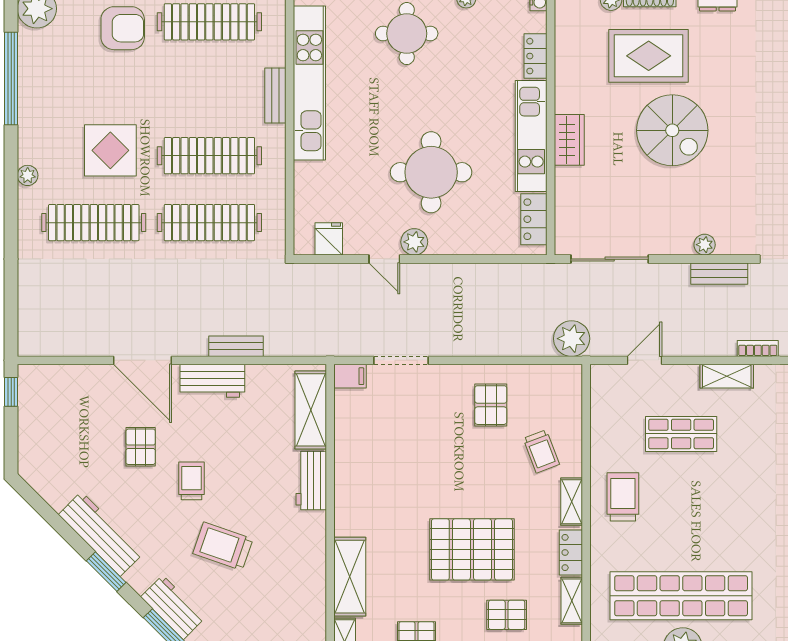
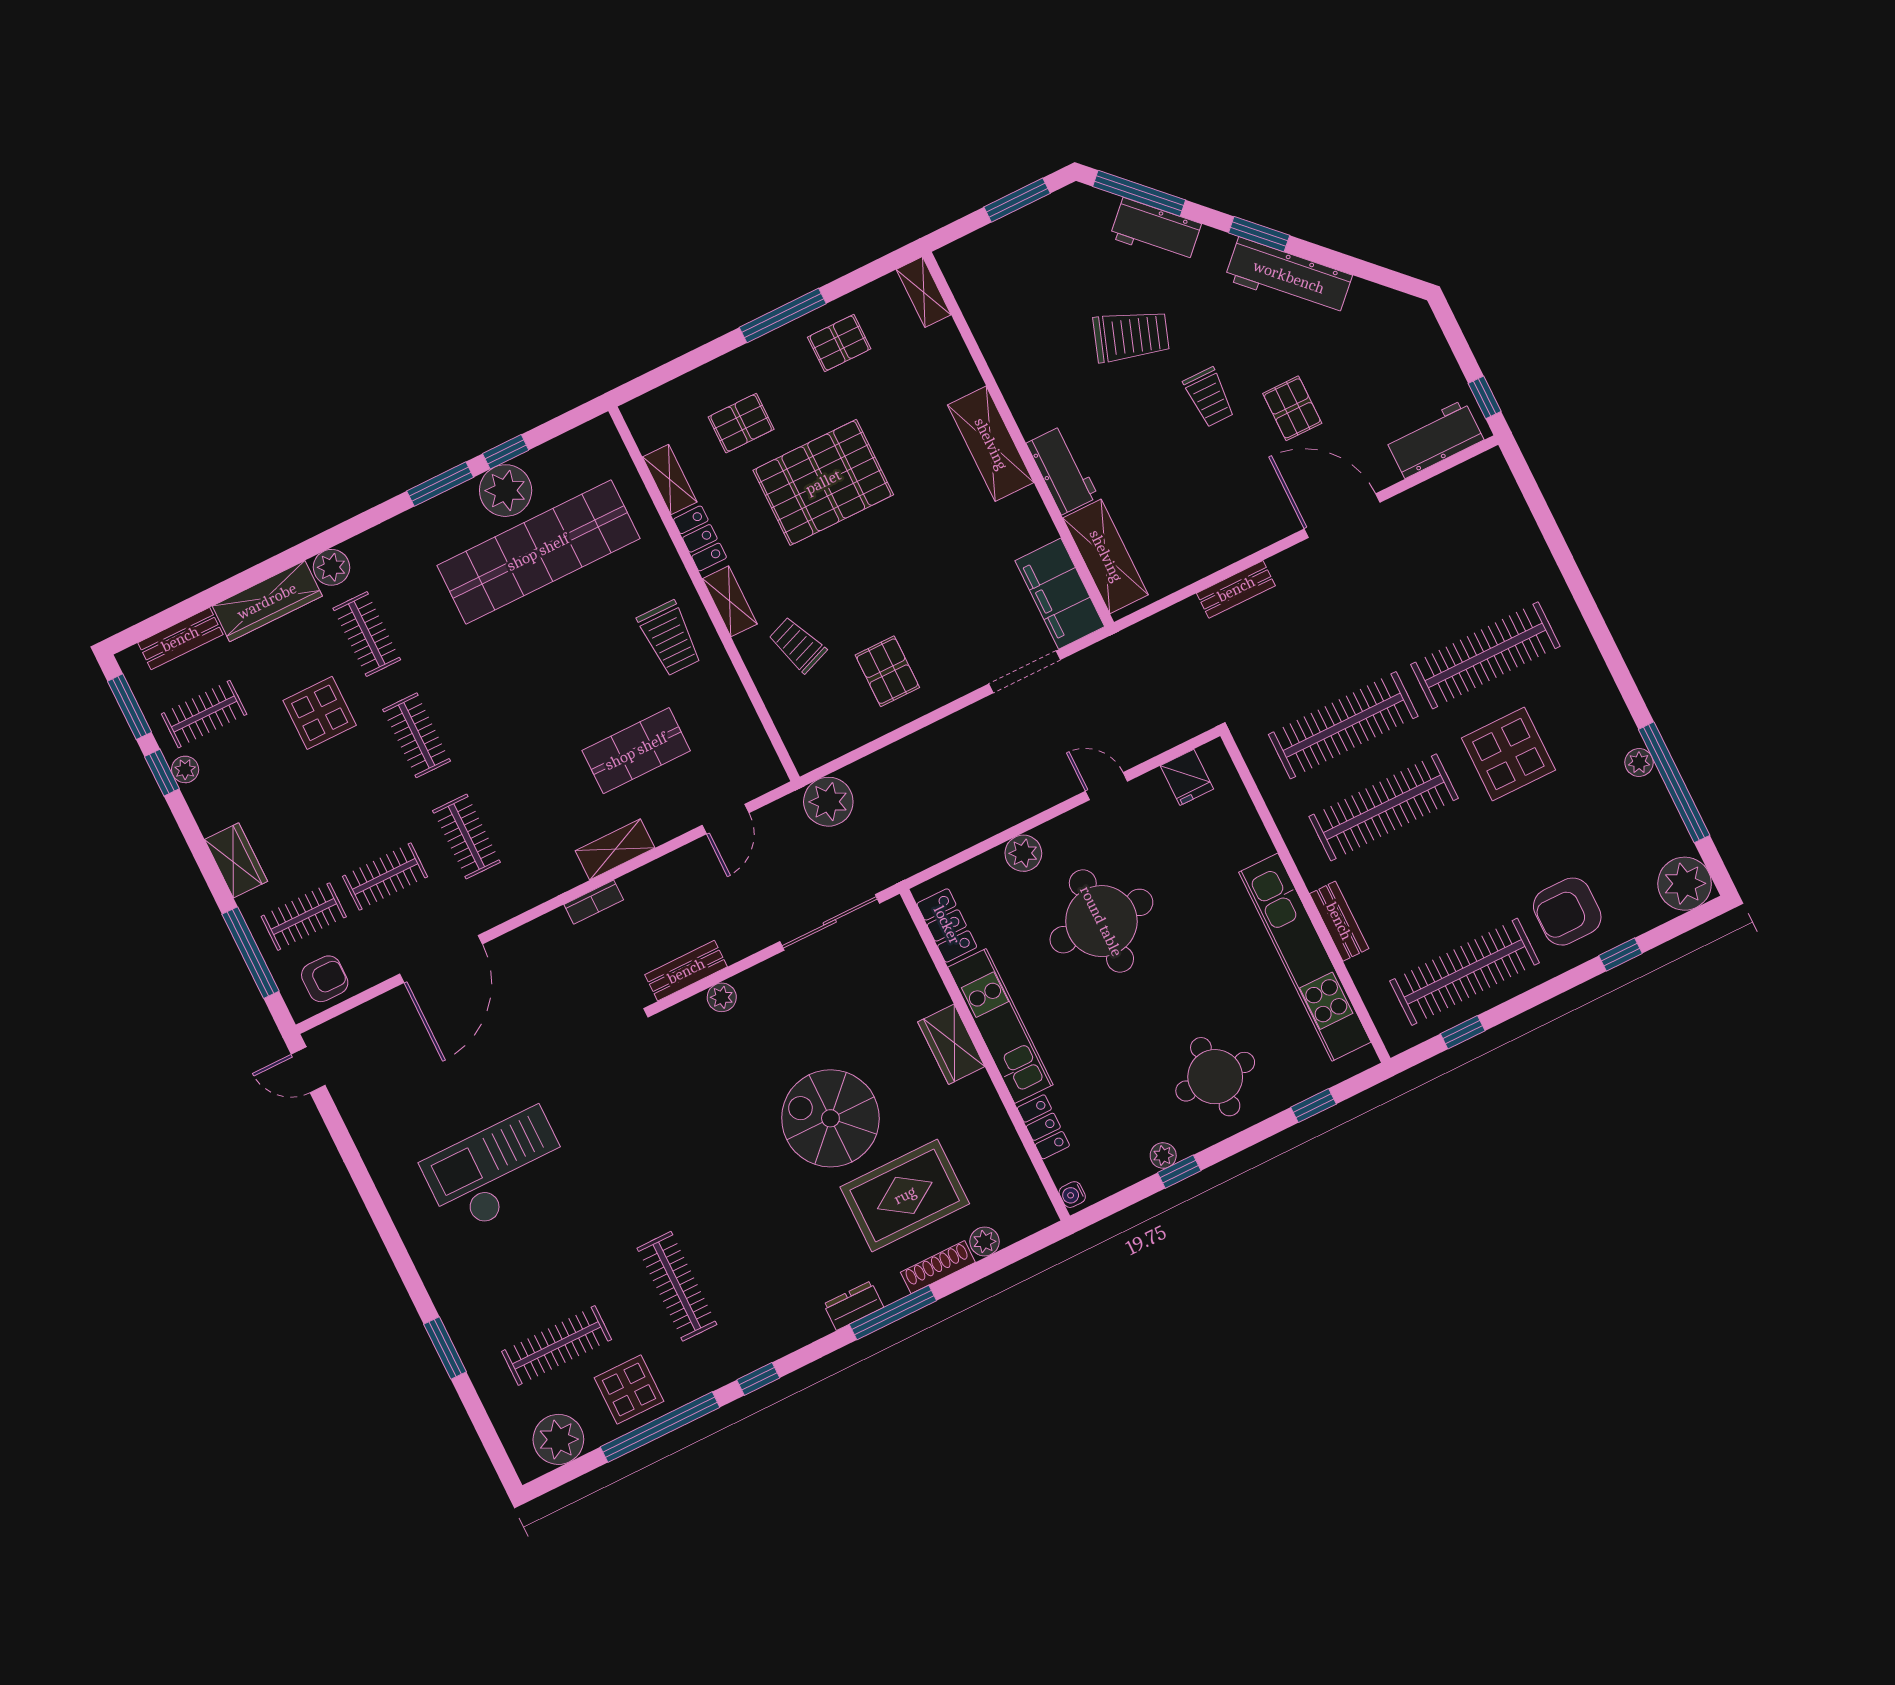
plant: (28, 175) -> (1639, 762), moved
plant: (414, 242) -> (1023, 853), moved
filing cabinet: (350, 376) -> (1060, 594), width x3.00, depth x1.17
workbench: (212, 381) -> (1434, 439), moved
shelving: (350, 577) -> (991, 444), moved

